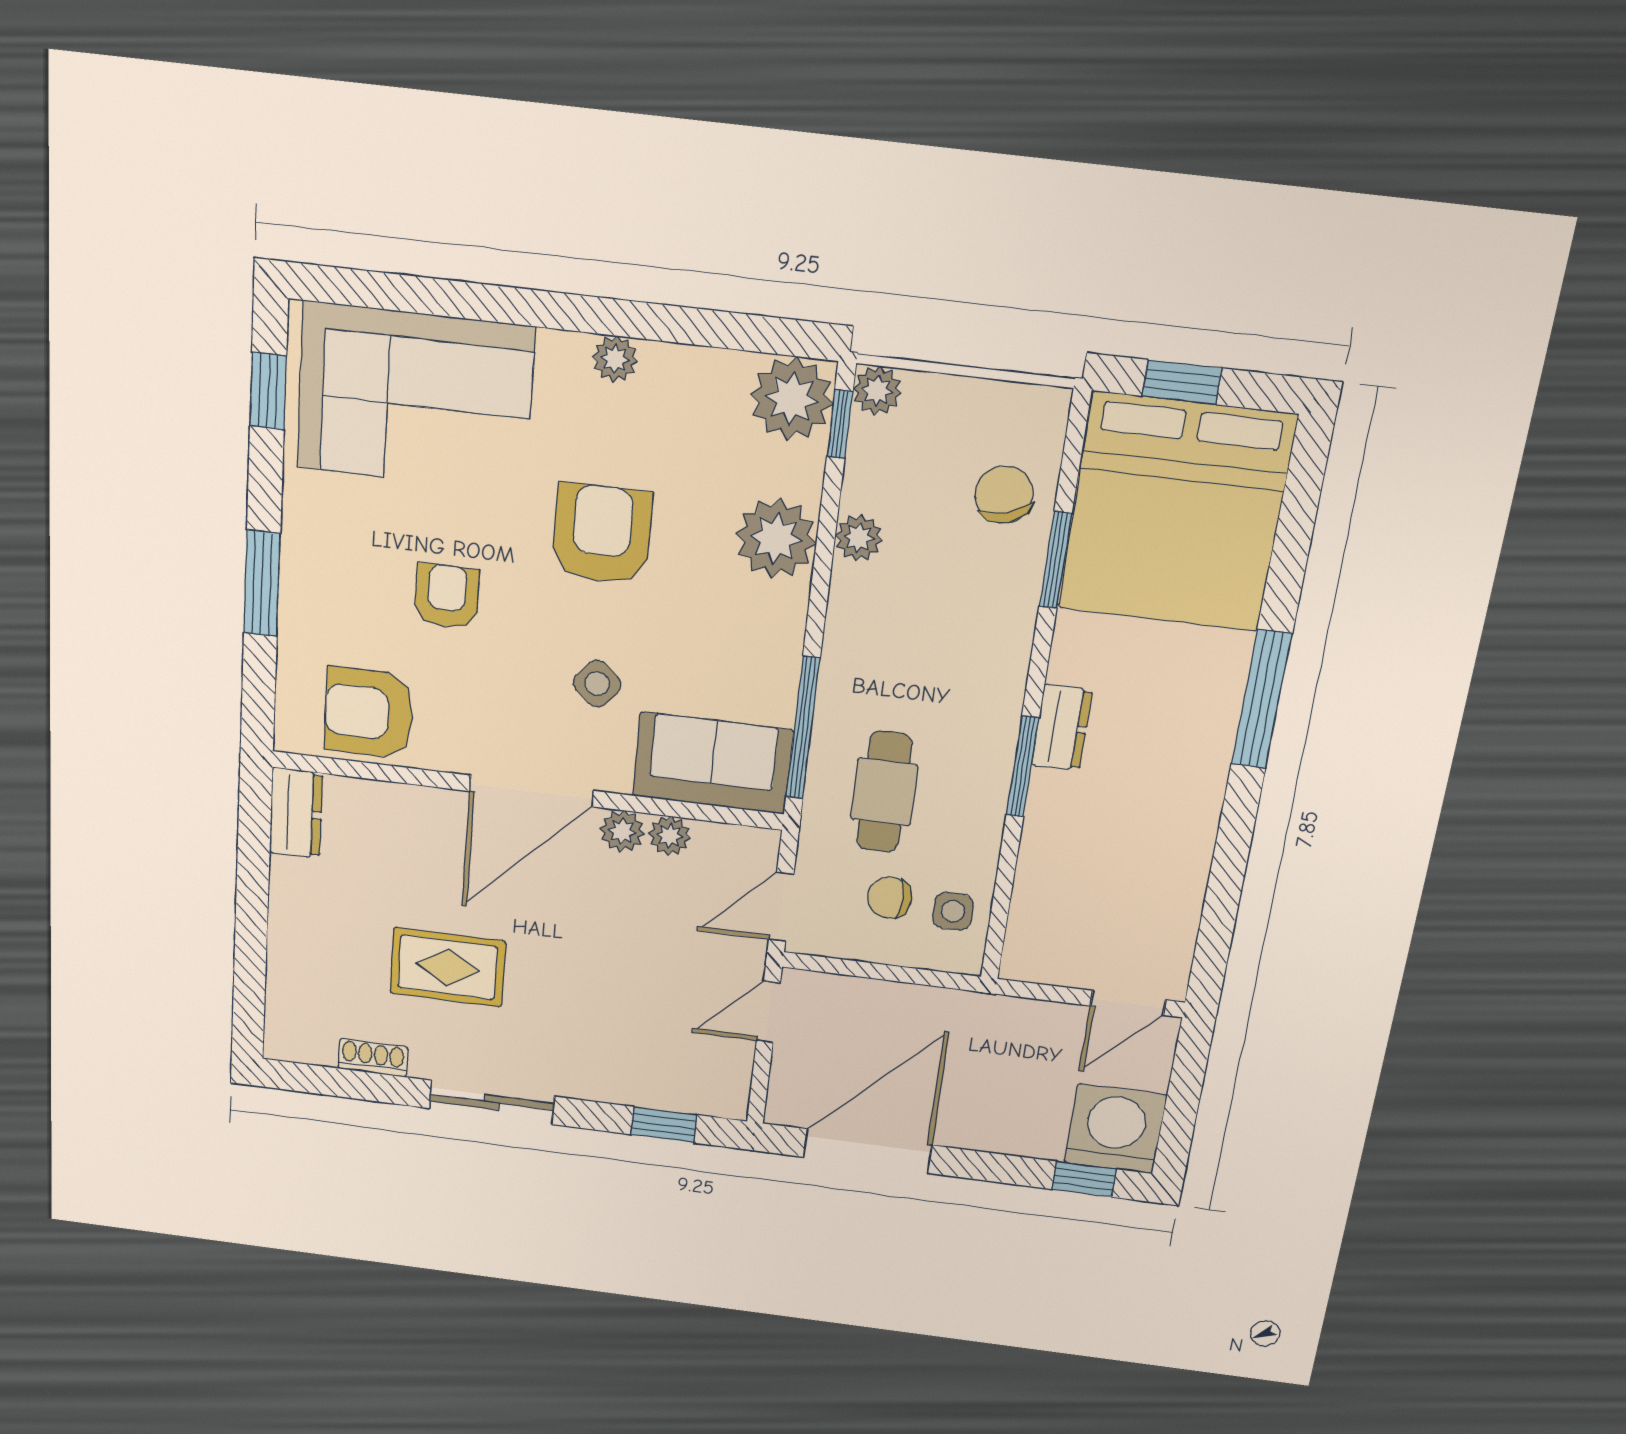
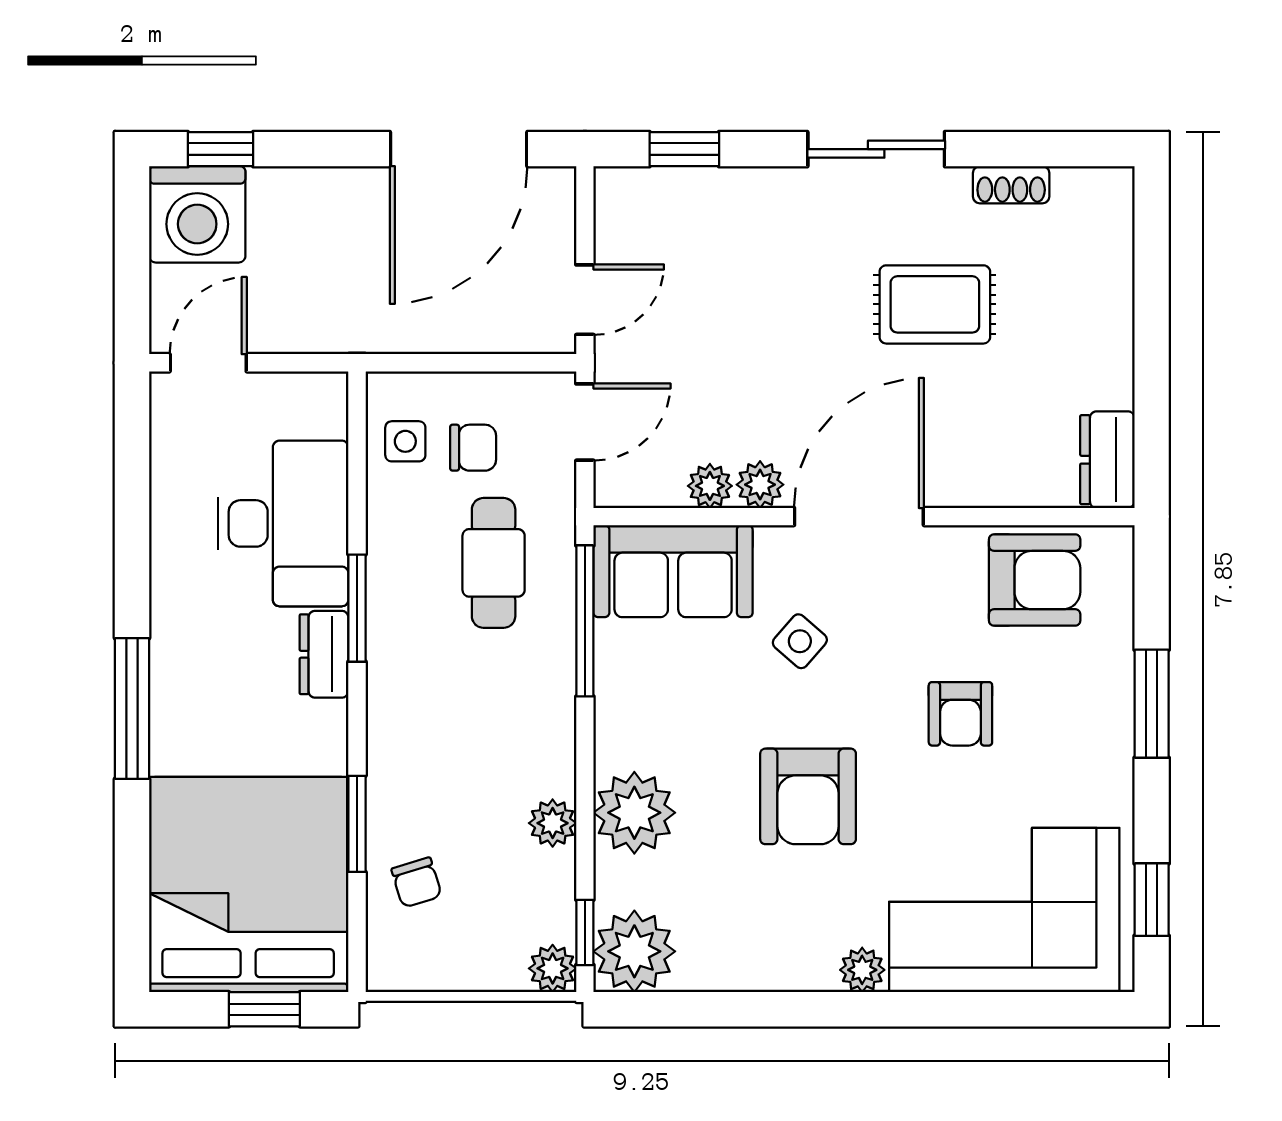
plant: (615, 359) -> (862, 970), moved
chair: (1004, 495) -> (417, 882), width x0.73, depth x0.73
desk: (1081, 853) -> (283, 523), added

